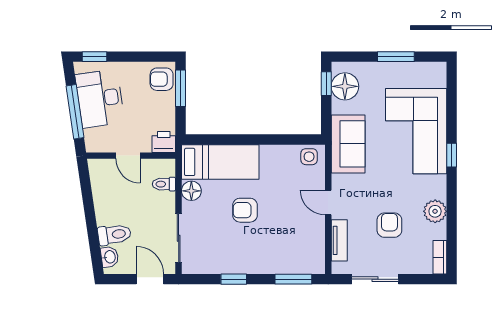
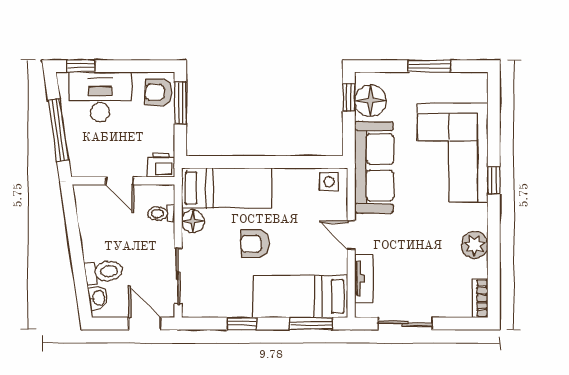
desk: (100, 98) -> (100, 97), moved, turned 98
sofa: (348, 144) -> (374, 167), width x1.36
armchair: (389, 225) -> (422, 261), removed
bed: (284, 256) -> (300, 296), added

